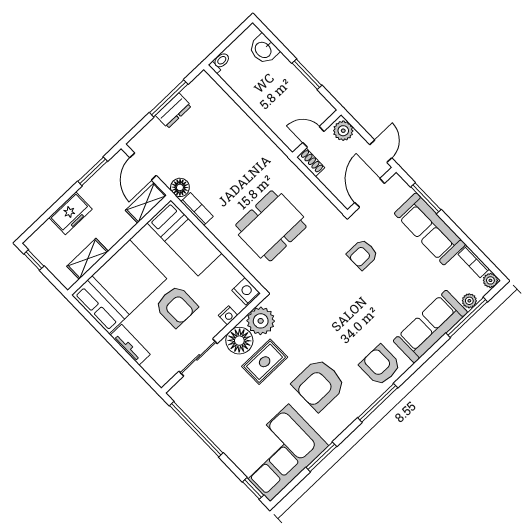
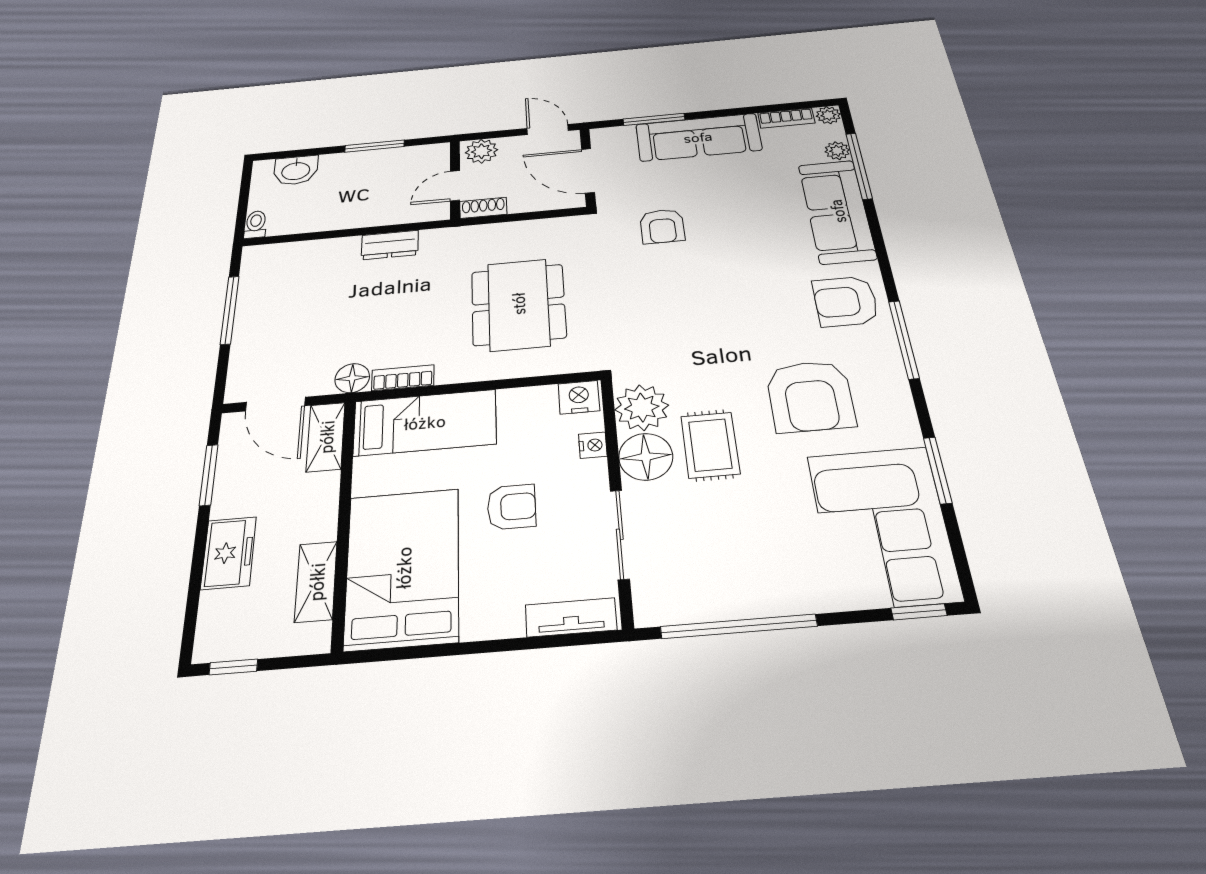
dresser: (173, 111) -> (390, 245), moved, turned 90
armchair: (176, 306) -> (511, 507), width x0.72, depth x0.72
tv unit: (130, 345) -> (571, 617), moved

